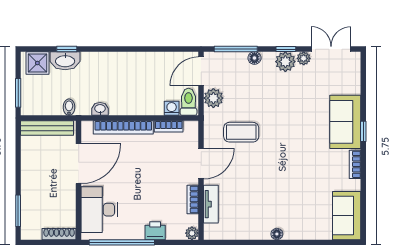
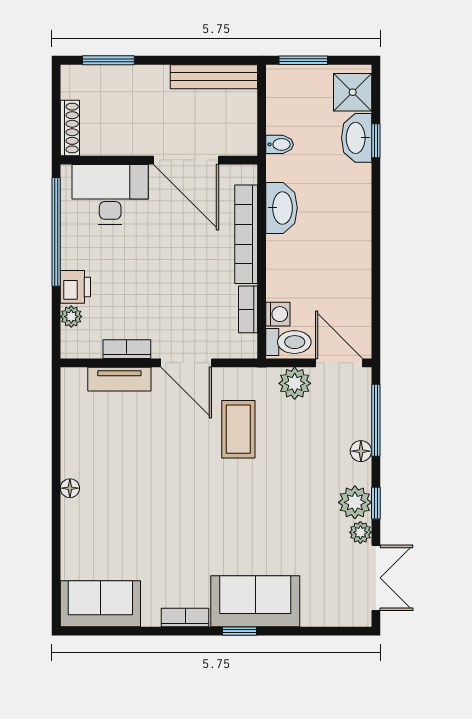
washbasin: (100, 109) -> (282, 208), width x1.91, depth x1.45
bench: (47, 128) -> (214, 77), moved, turned 90
plant: (192, 233) -> (71, 317), moved

